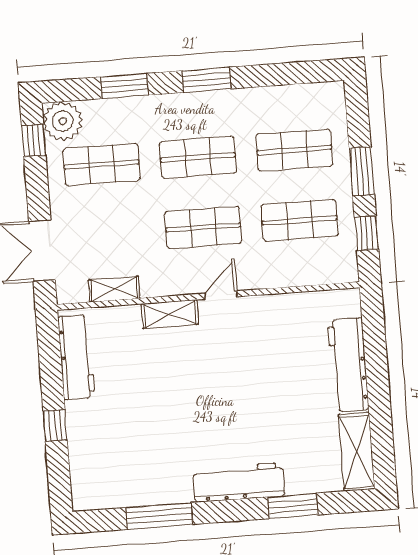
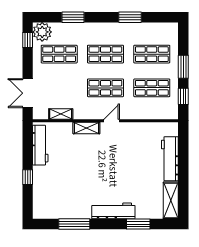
window: (206, 80) -> (130, 17), moved

